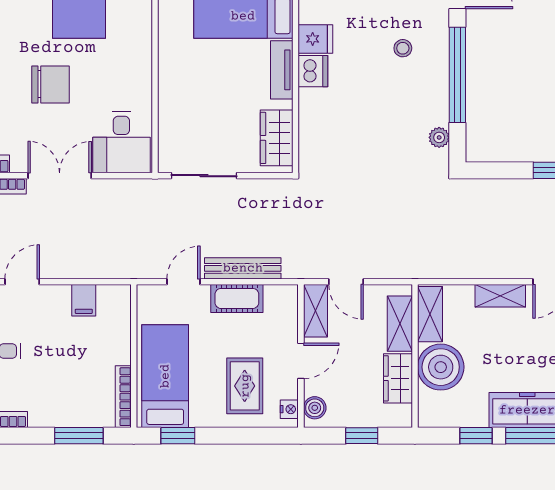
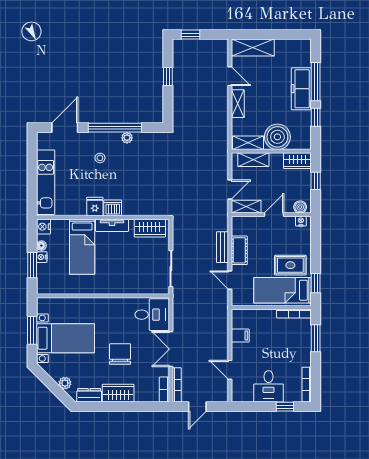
plant: (439, 137) -> (127, 138), moved
bench: (243, 268) -> (223, 247), width x0.73
door: (301, 361) -> (274, 215), hinge flipped
wardrobe: (398, 378) -> (297, 161), moved
rug: (245, 386) -> (290, 265), moved

